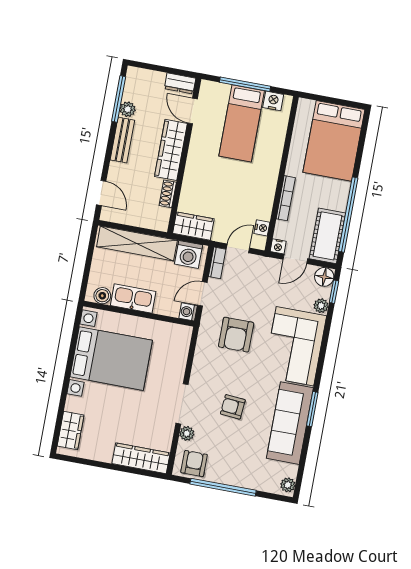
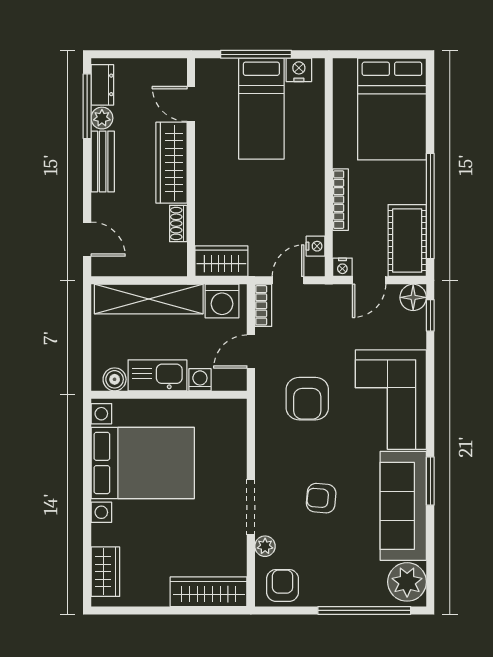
dresser: (180, 83) -> (102, 85), moved, turned -90
plant: (321, 306) -> (416, 338), removed
washing machine: (188, 312) -> (200, 380), moved, turned 90
plant: (288, 485) -> (407, 582), width x1.88, depth x1.88
window: (223, 487) -> (364, 610), moved

